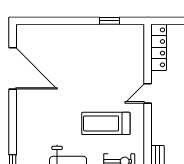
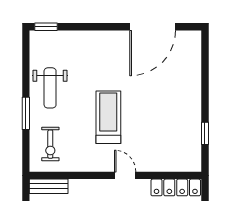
treadmill: (106, 123) -> (108, 117), moved

